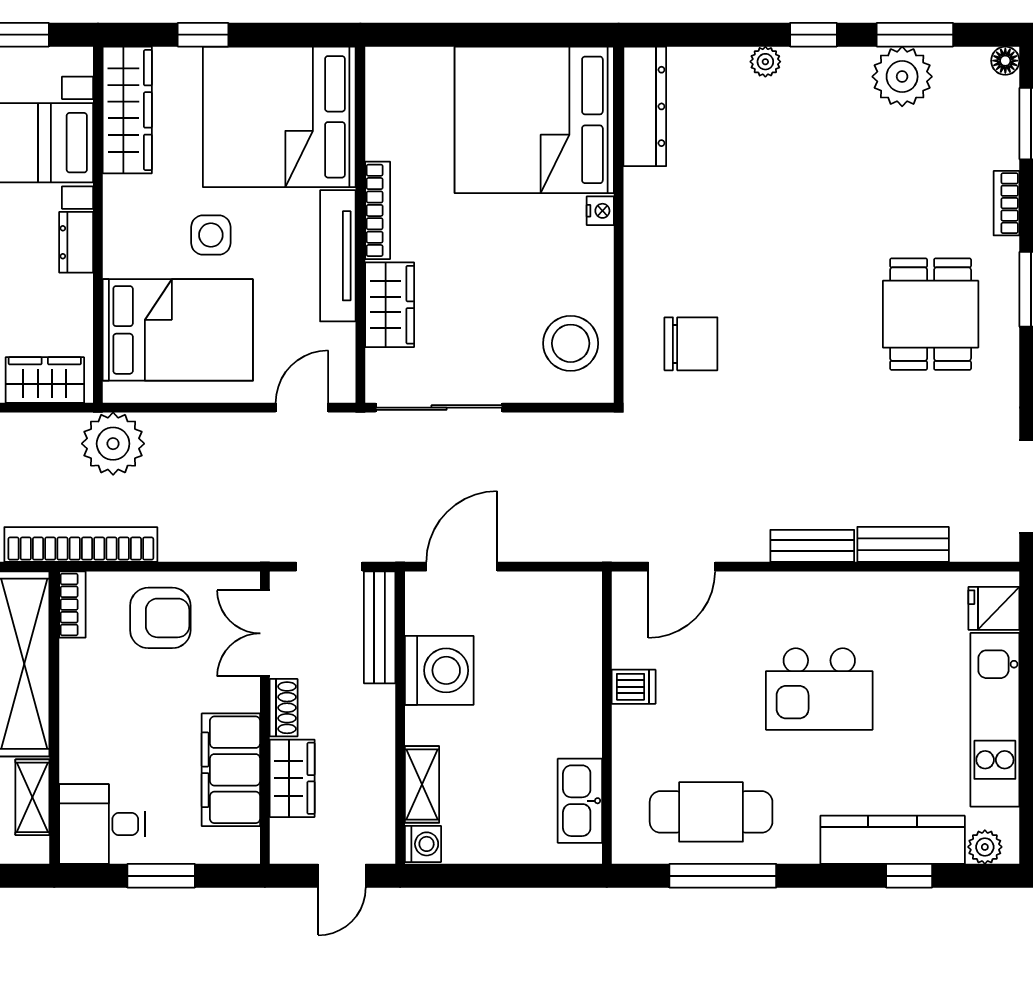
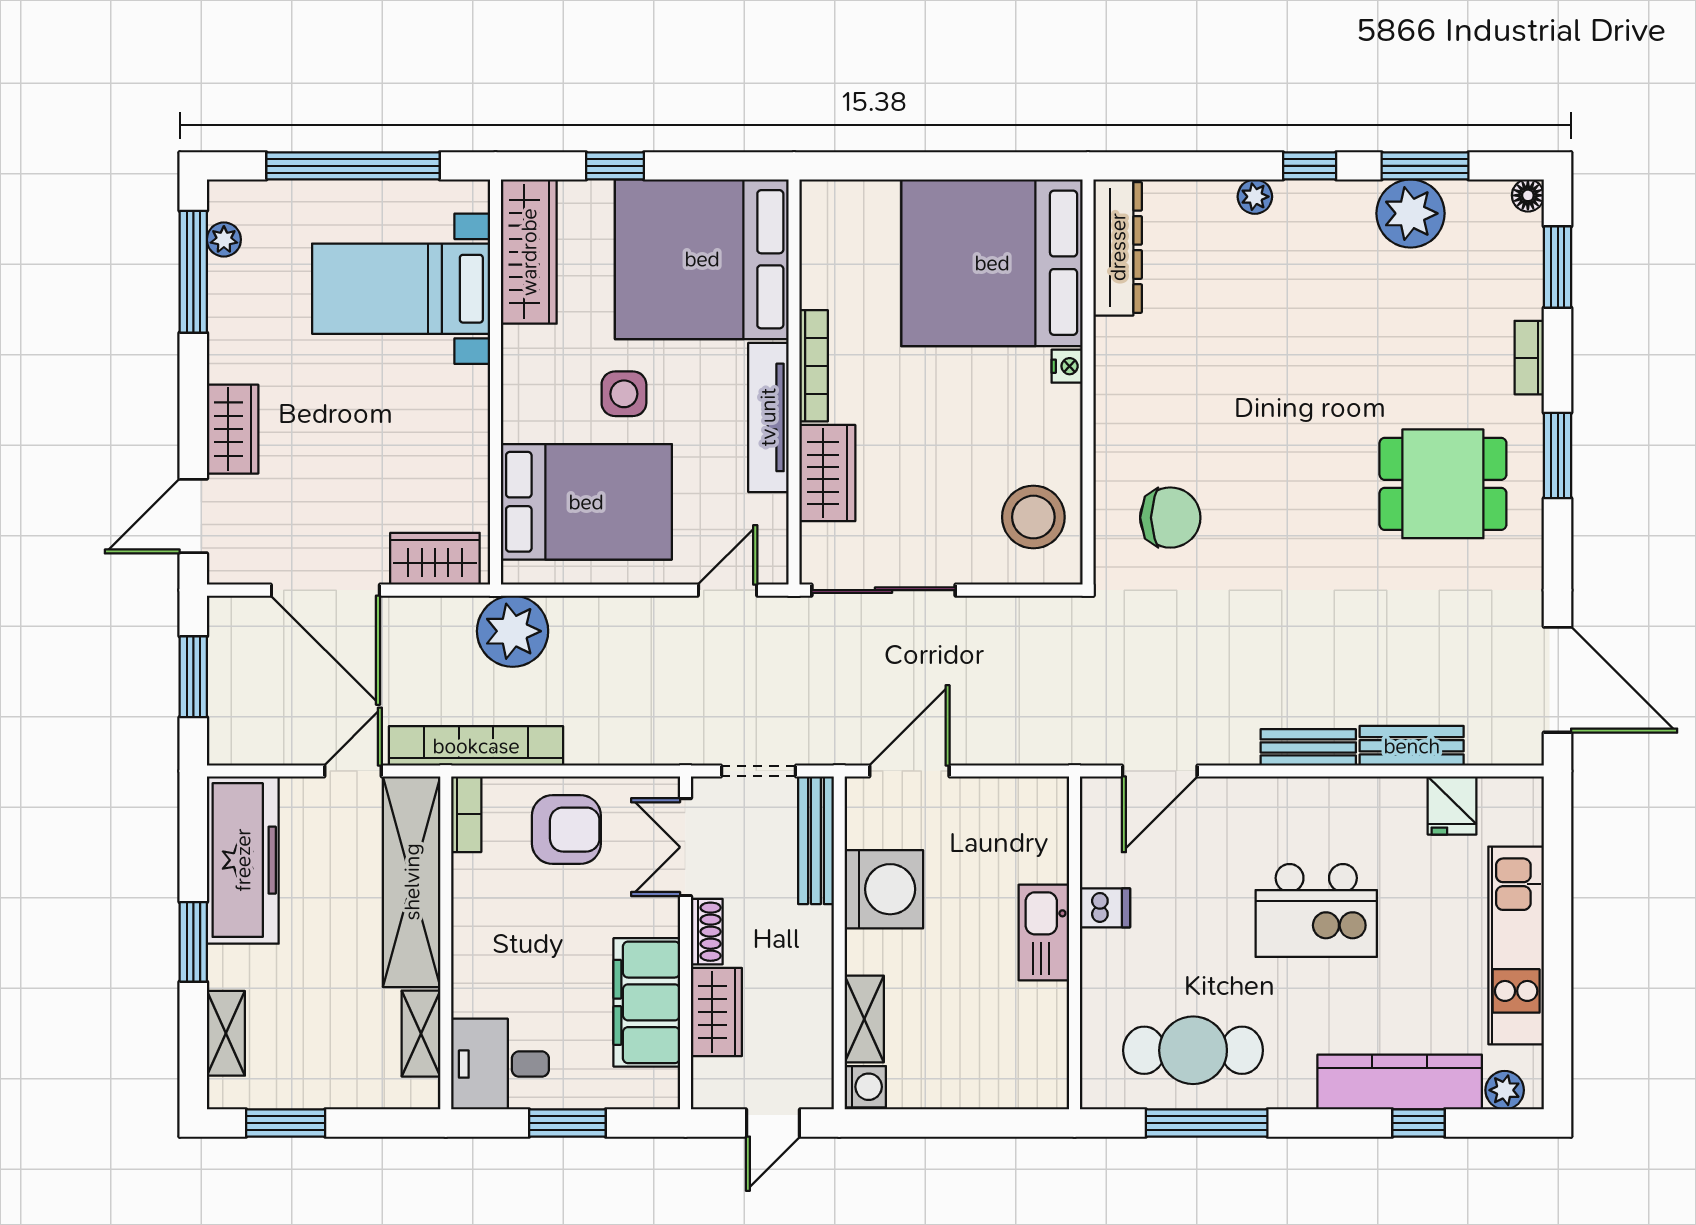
dresser: (76, 242) -> (471, 402), removed
dining table: (931, 314) -> (1443, 484), turned 90
fridge: (994, 608) -> (1452, 806), moved, turned -90
kitchen sink: (580, 801) -> (1044, 932), moved

